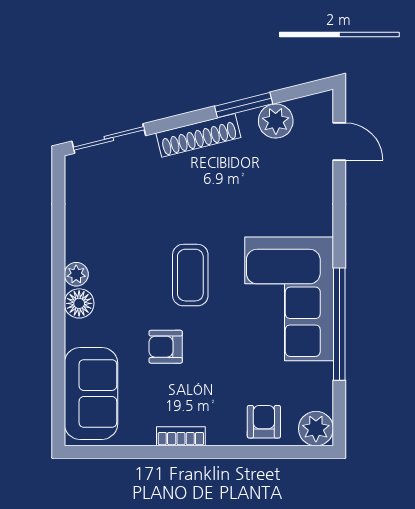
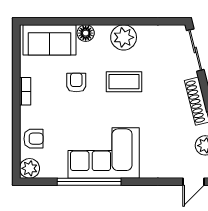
plant: (76, 274) -> (124, 37), width x1.87, depth x1.87
coffee table: (190, 275) -> (124, 82), moved
floor lamp: (79, 303) -> (86, 33), moved

